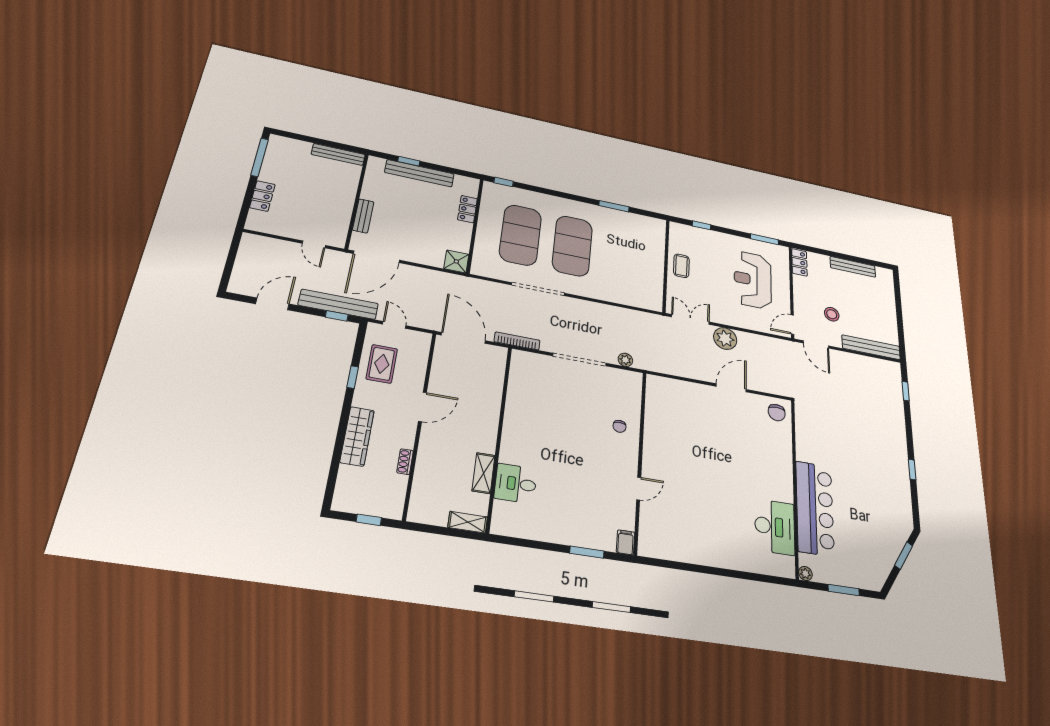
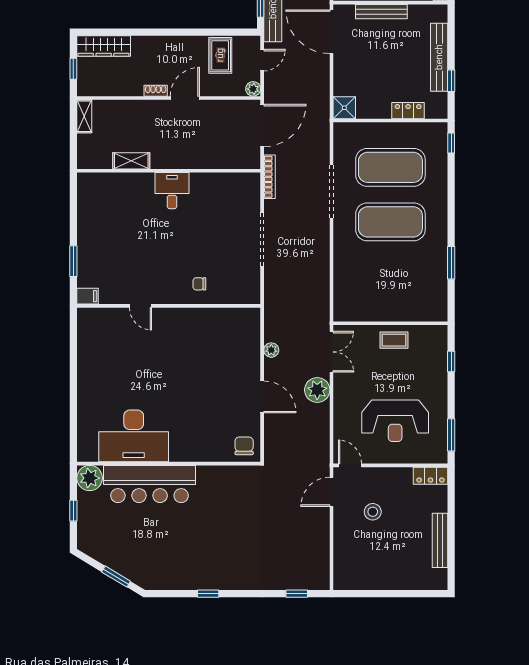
window: (409, 161) -> (451, 81), moved
bench: (363, 216) -> (381, 12), width x1.36
reception desk: (753, 280) -> (395, 421), turned 180
plant: (424, 339) -> (253, 89), added
bench: (871, 347) -> (342, 556), removed
plant: (625, 360) -> (271, 350), moved
rug: (382, 364) -> (220, 55), turned 90
window: (353, 377) -> (202, 32), removed
door: (422, 407) -> (185, 98), swing flipped
chair: (777, 413) -> (244, 446), turned 90
wardrobe: (357, 436) -> (104, 46), moved
shoe rack: (405, 462) -> (156, 91), moved
desk: (516, 484) -> (172, 191), moved
shelving: (468, 522) -> (84, 116), moved
desk: (775, 527) -> (134, 436), width x1.36, depth x1.30
plant: (805, 573) -> (90, 478), width x1.87, depth x1.87
window: (844, 590) -> (73, 511), width x0.67

